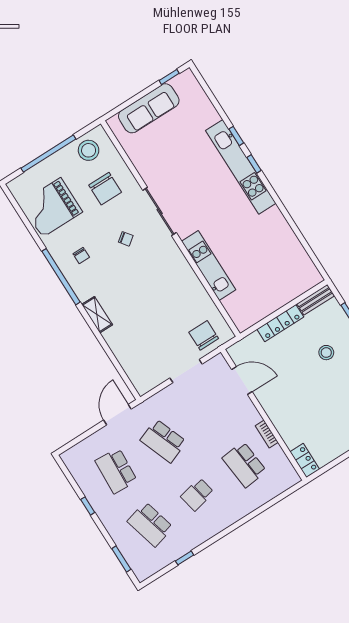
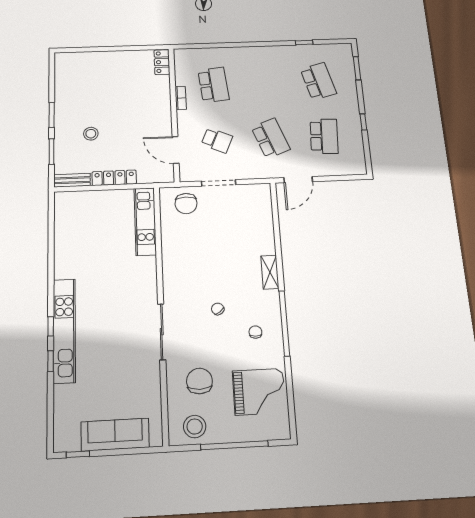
chair: (126, 239) -> (218, 309), moved
kitchen unit: (209, 266) -> (145, 221), moved
school desk: (197, 494) -> (217, 140), moved, turned 36

